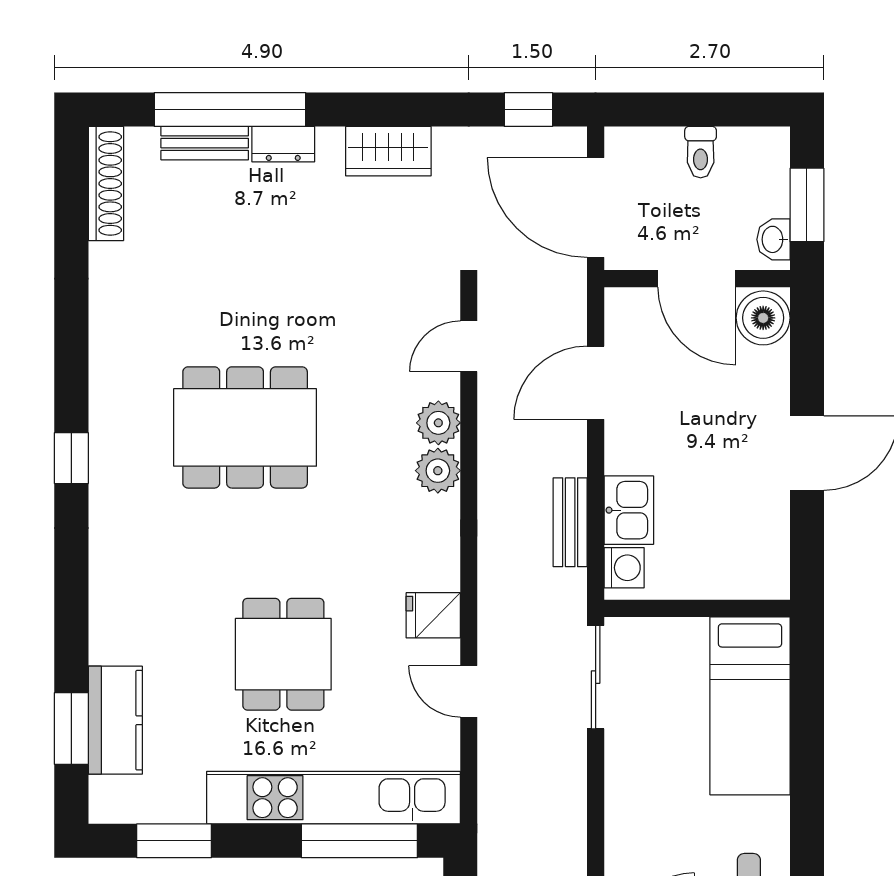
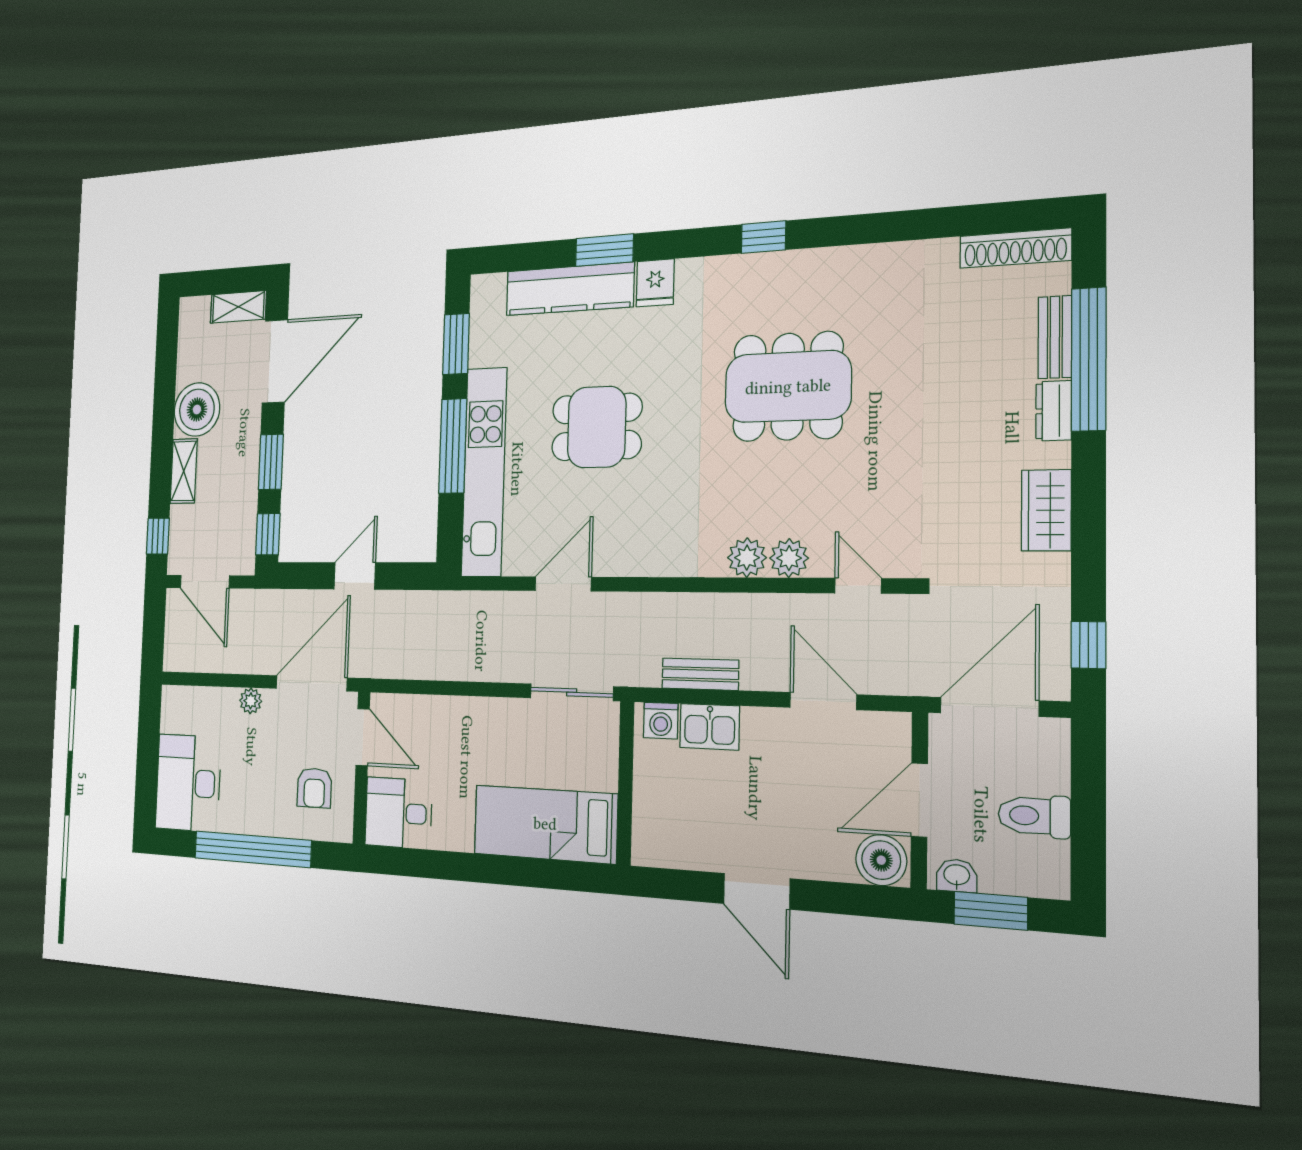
toilet: (701, 152) -> (1034, 816), width x1.37, depth x1.39
dining table: (245, 427) -> (788, 387), turned 90
fridge: (433, 615) -> (655, 283), moved, turned 180
door: (469, 691) -> (563, 584), width x1.38
kitchen counter: (115, 720) -> (570, 289), width x1.50
window: (71, 728) -> (604, 250), moved
window: (359, 841) -> (453, 446), moved

